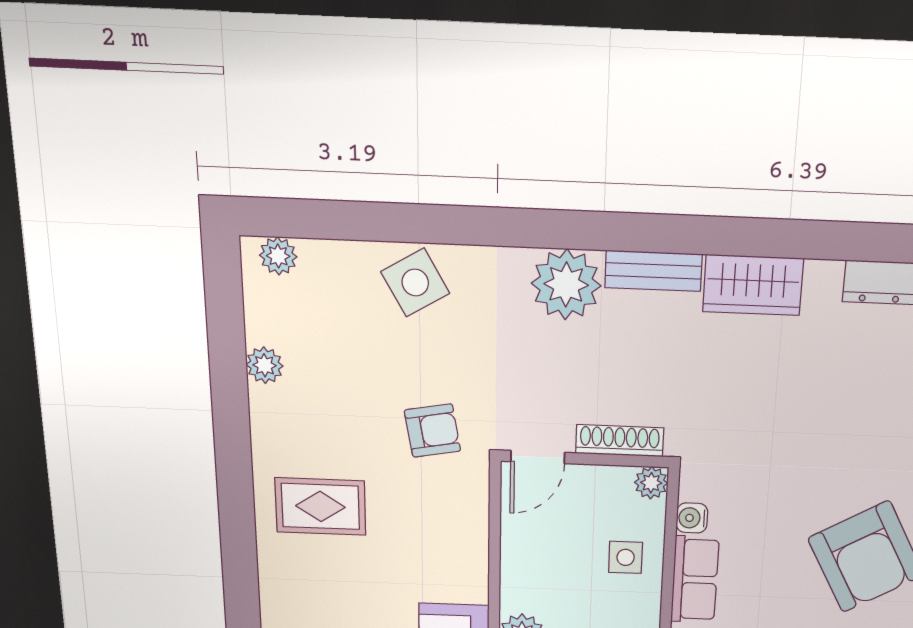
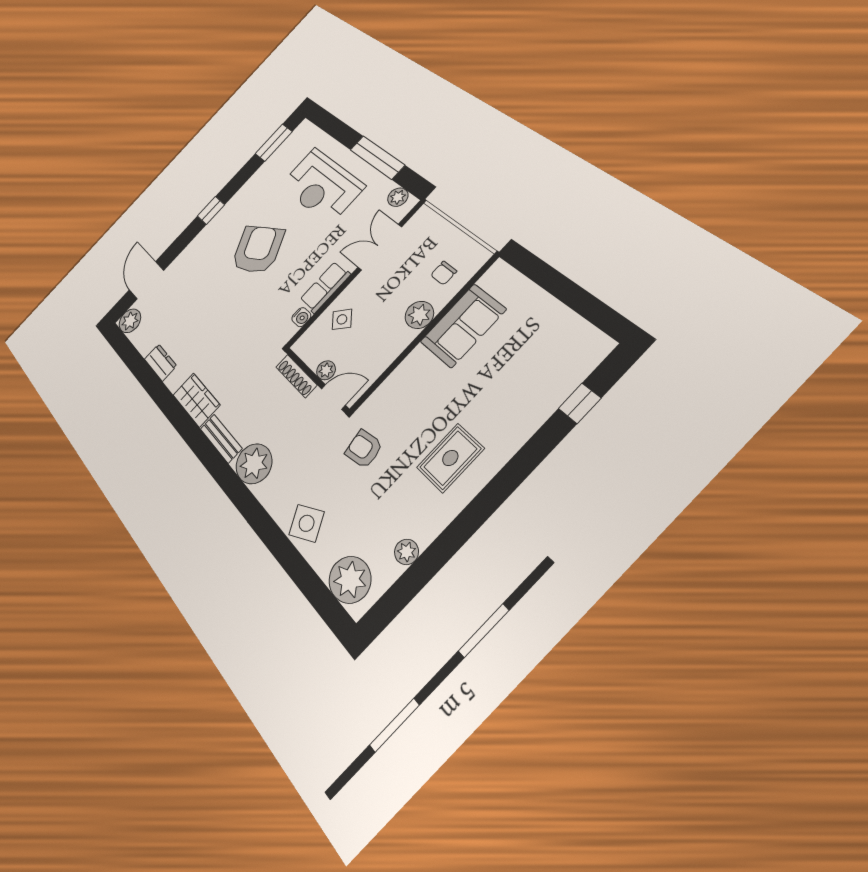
plant: (278, 256) -> (350, 580), width x1.87, depth x1.87
plant: (651, 483) -> (326, 370), moved
rug: (320, 506) -> (450, 458), turned 90
side table: (626, 557) -> (342, 319), turned 45

